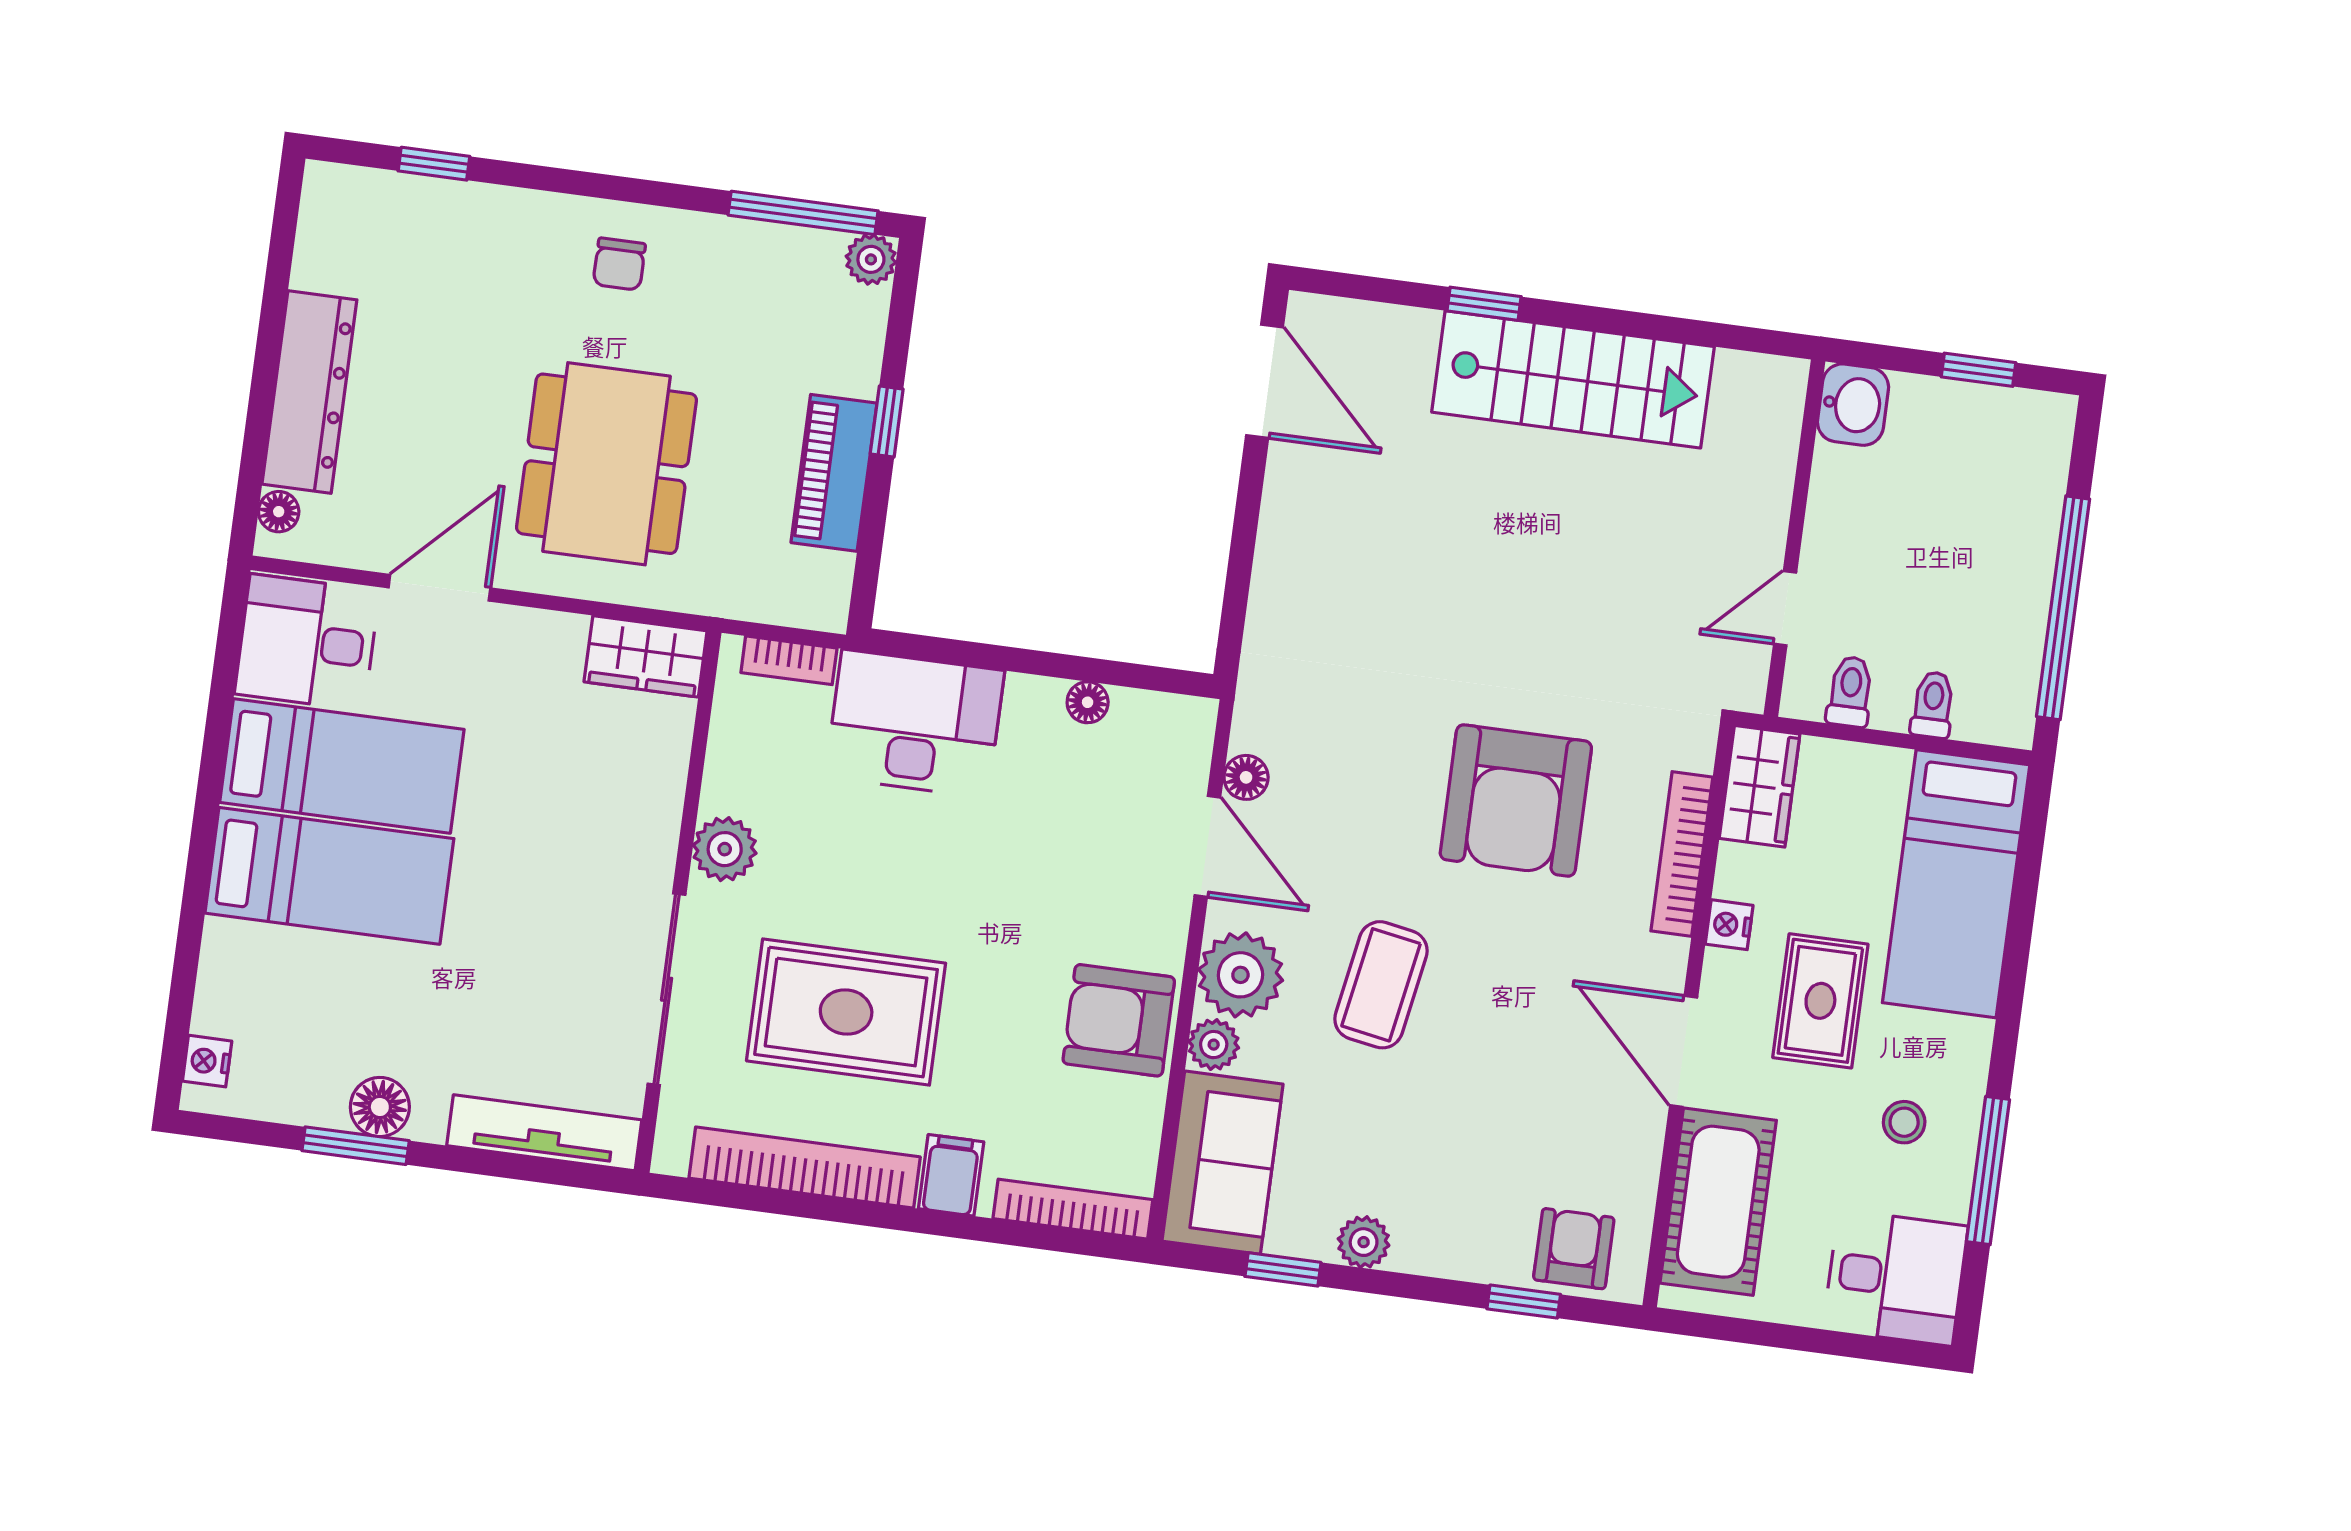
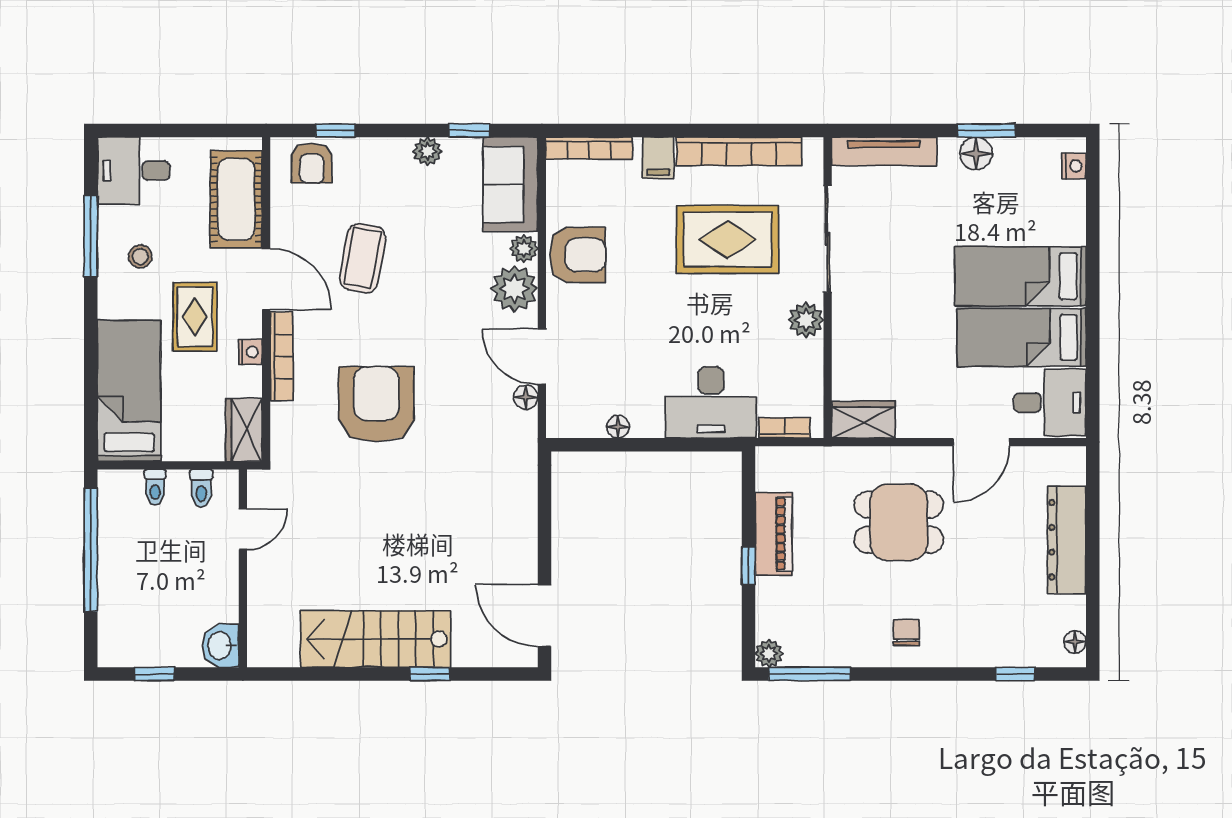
dining table: (607, 464) -> (899, 522), width x0.73
floor lamp: (279, 512) -> (1075, 642), moved
bookcase: (1682, 854) -> (281, 356), moved
coffee table: (1381, 985) -> (362, 258), moved

